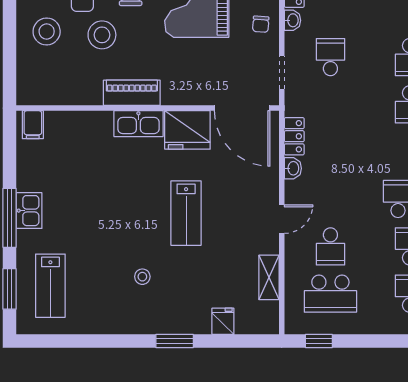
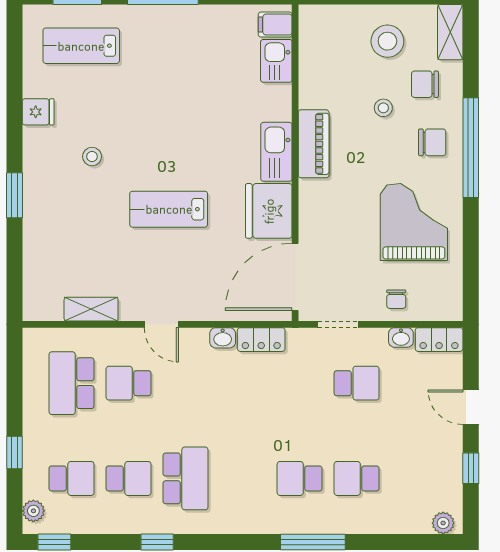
chair: (261, 24) -> (396, 299), turned -94
stool: (102, 35) -> (383, 108), width x0.53, depth x0.53
kitchen sink: (29, 211) -> (276, 61), moved, turned 90
fridge: (223, 321) -> (38, 112), moved
window: (319, 341) -> (14, 452), moved

